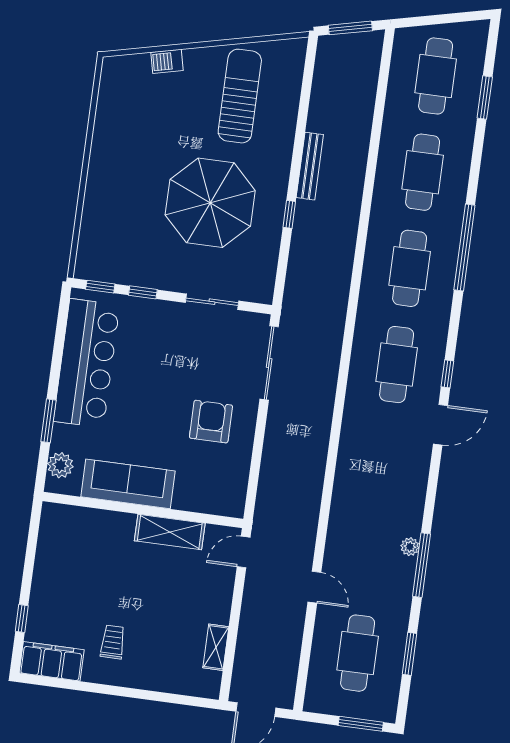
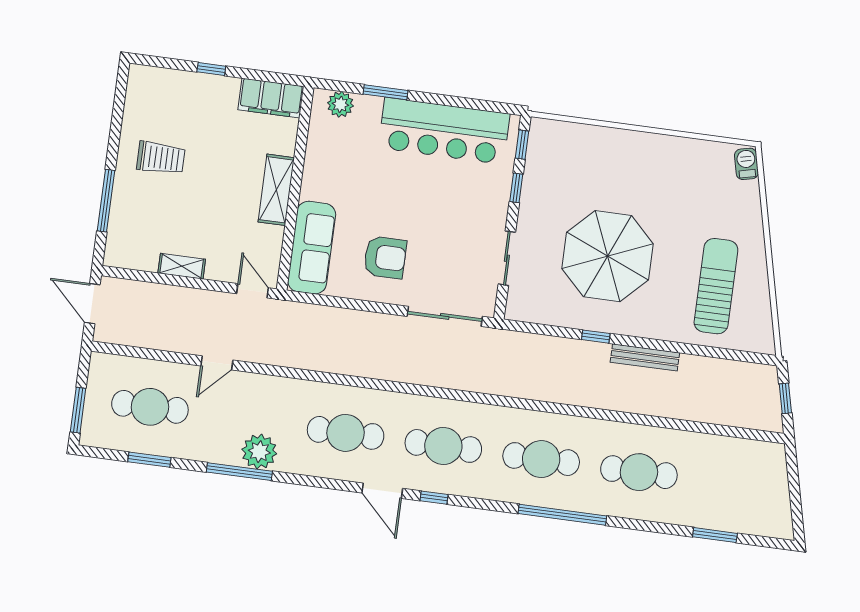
window: (350, 28) -> (785, 398), width x0.67
barbecue: (167, 61) -> (746, 164), moved
cafe table: (436, 76) -> (346, 433), moved
sun lounger: (240, 96) -> (716, 286), turned -90
sofa: (128, 484) -> (312, 248), moved
shelving: (170, 532) -> (276, 190), moved
plant: (410, 547) -> (259, 452), width x1.88, depth x1.88
window: (22, 618) -> (211, 69), moved
trolley: (113, 642) -> (161, 158), width x1.36, depth x1.39
shelving: (216, 647) -> (182, 266), moved
filing cabinet: (52, 661) -> (271, 98), moved, turned 90
window: (155, 696) -> (106, 201), added

